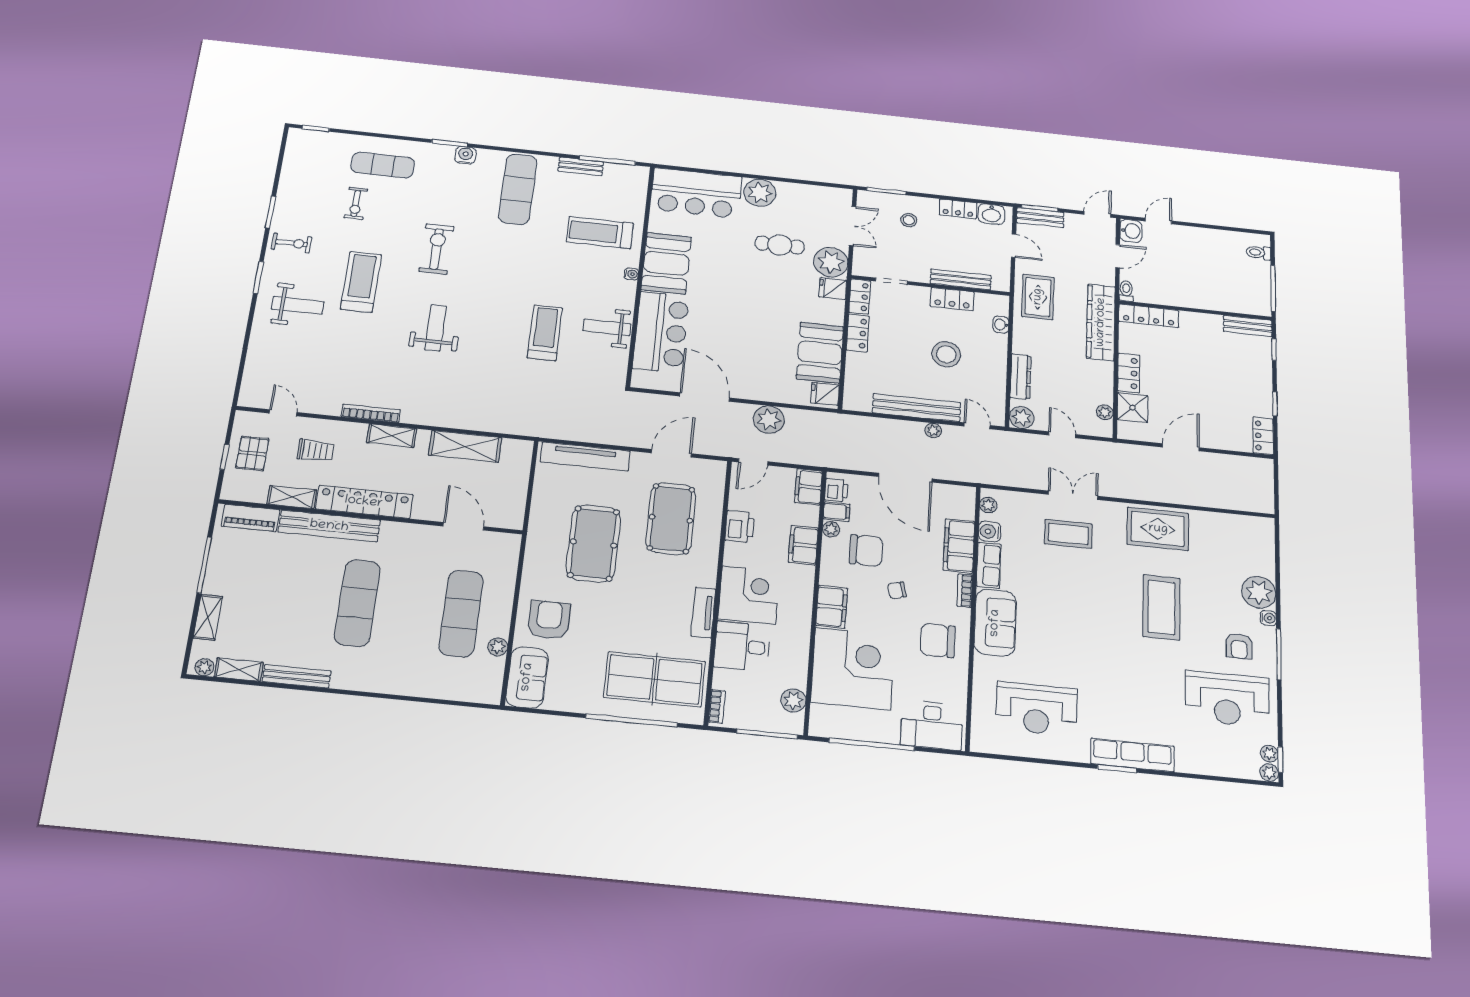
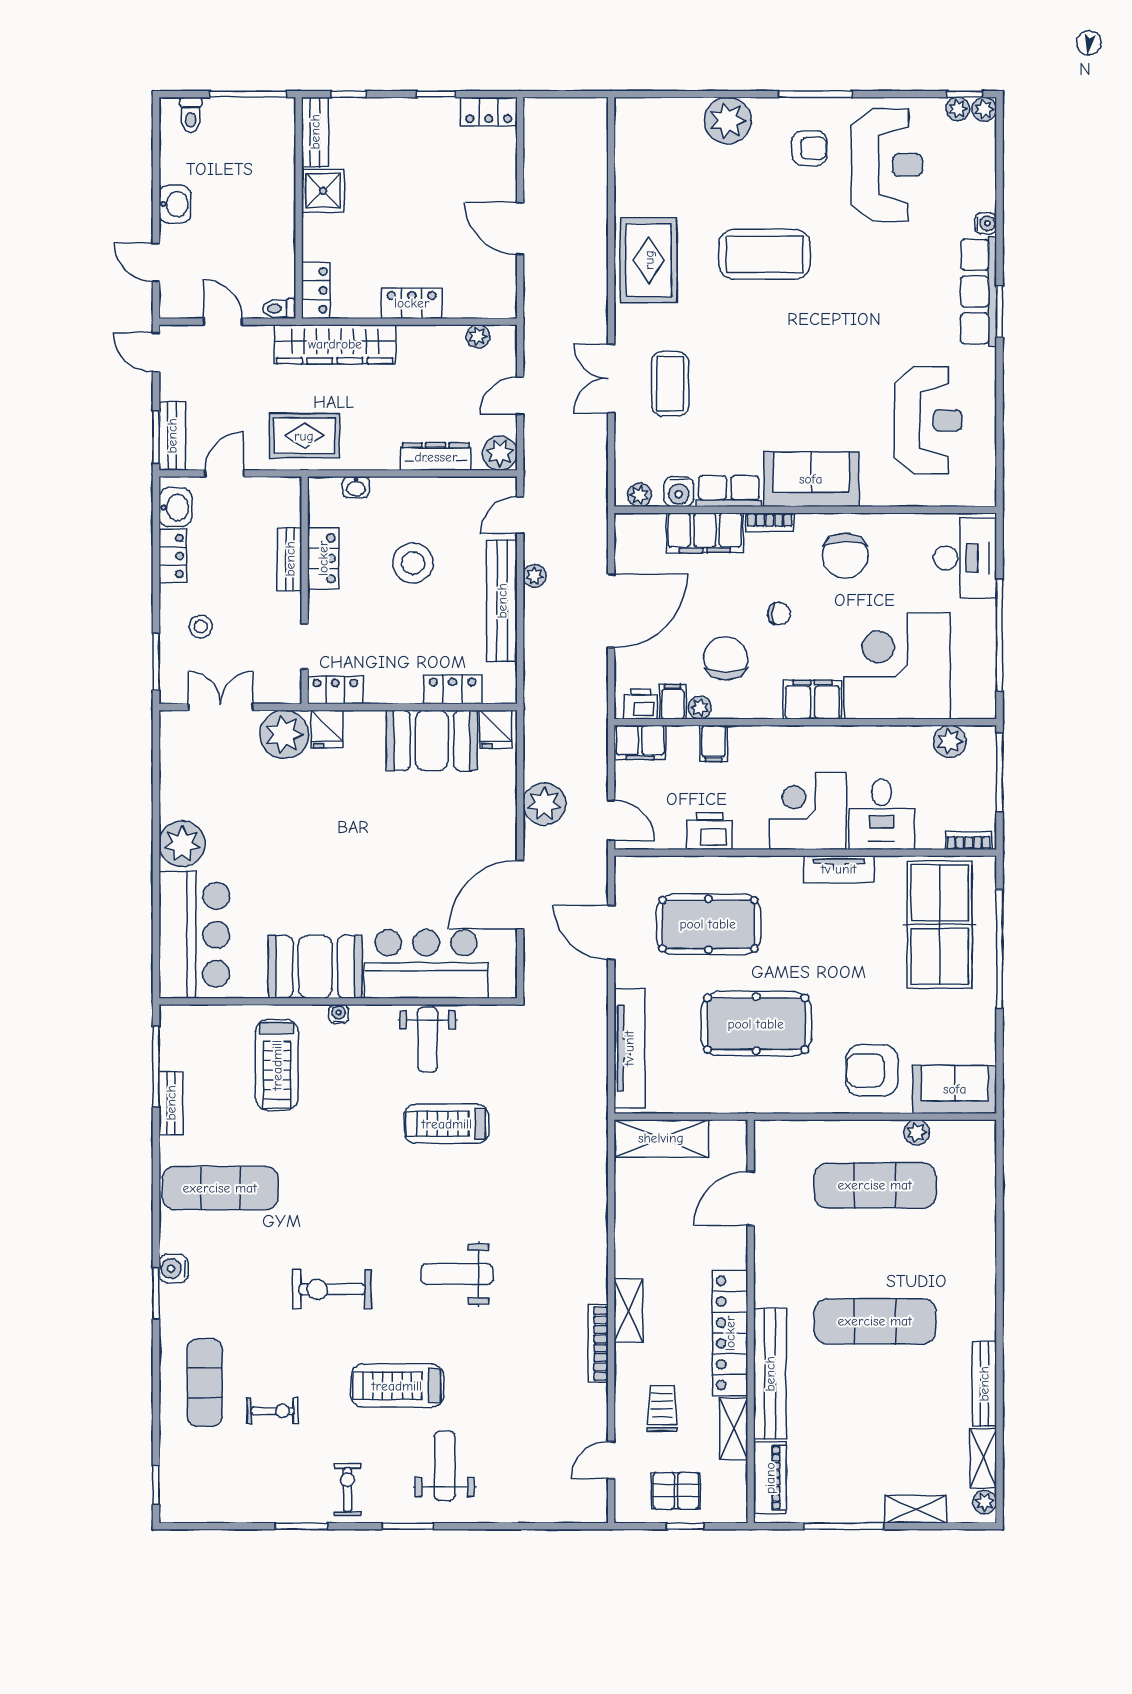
washbasin: (1131, 231) -> (175, 204), moved, turned 90
cafe table: (780, 245) -> (265, 809), removed
bench: (961, 279) -> (290, 559), width x0.73
locker: (1149, 316) -> (316, 290), width x0.66
locker: (858, 333) -> (453, 689), moved
shower: (1132, 408) -> (323, 191), moved
shelving: (465, 446) -> (661, 1138), moved, turned 90
filing cabinet: (803, 545) -> (714, 744), width x0.50
chair: (897, 590) -> (779, 614), turned -76
water cooler: (1268, 618) -> (986, 223), moved, turned 90

